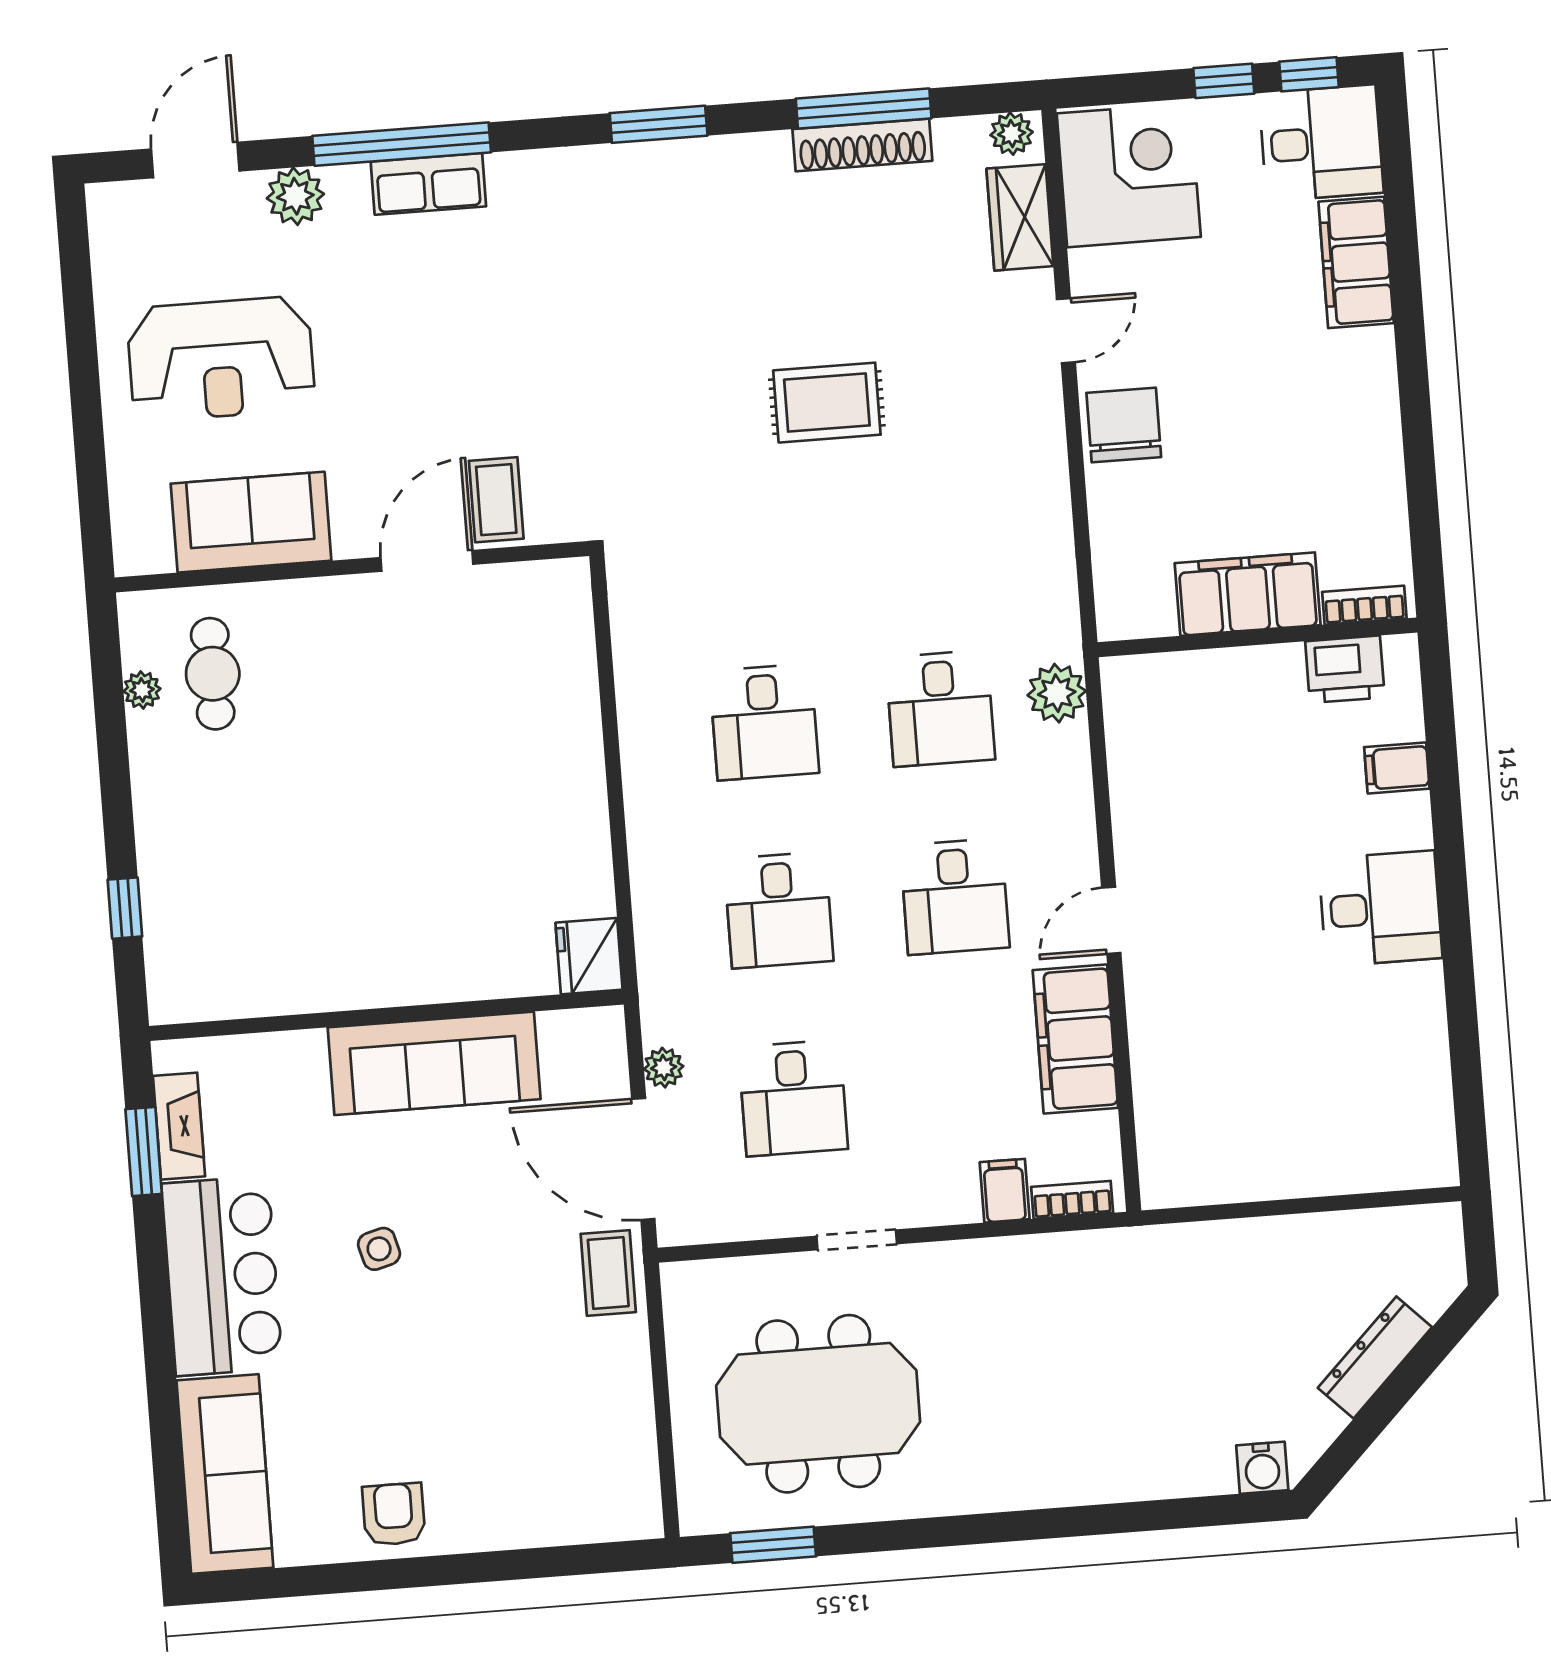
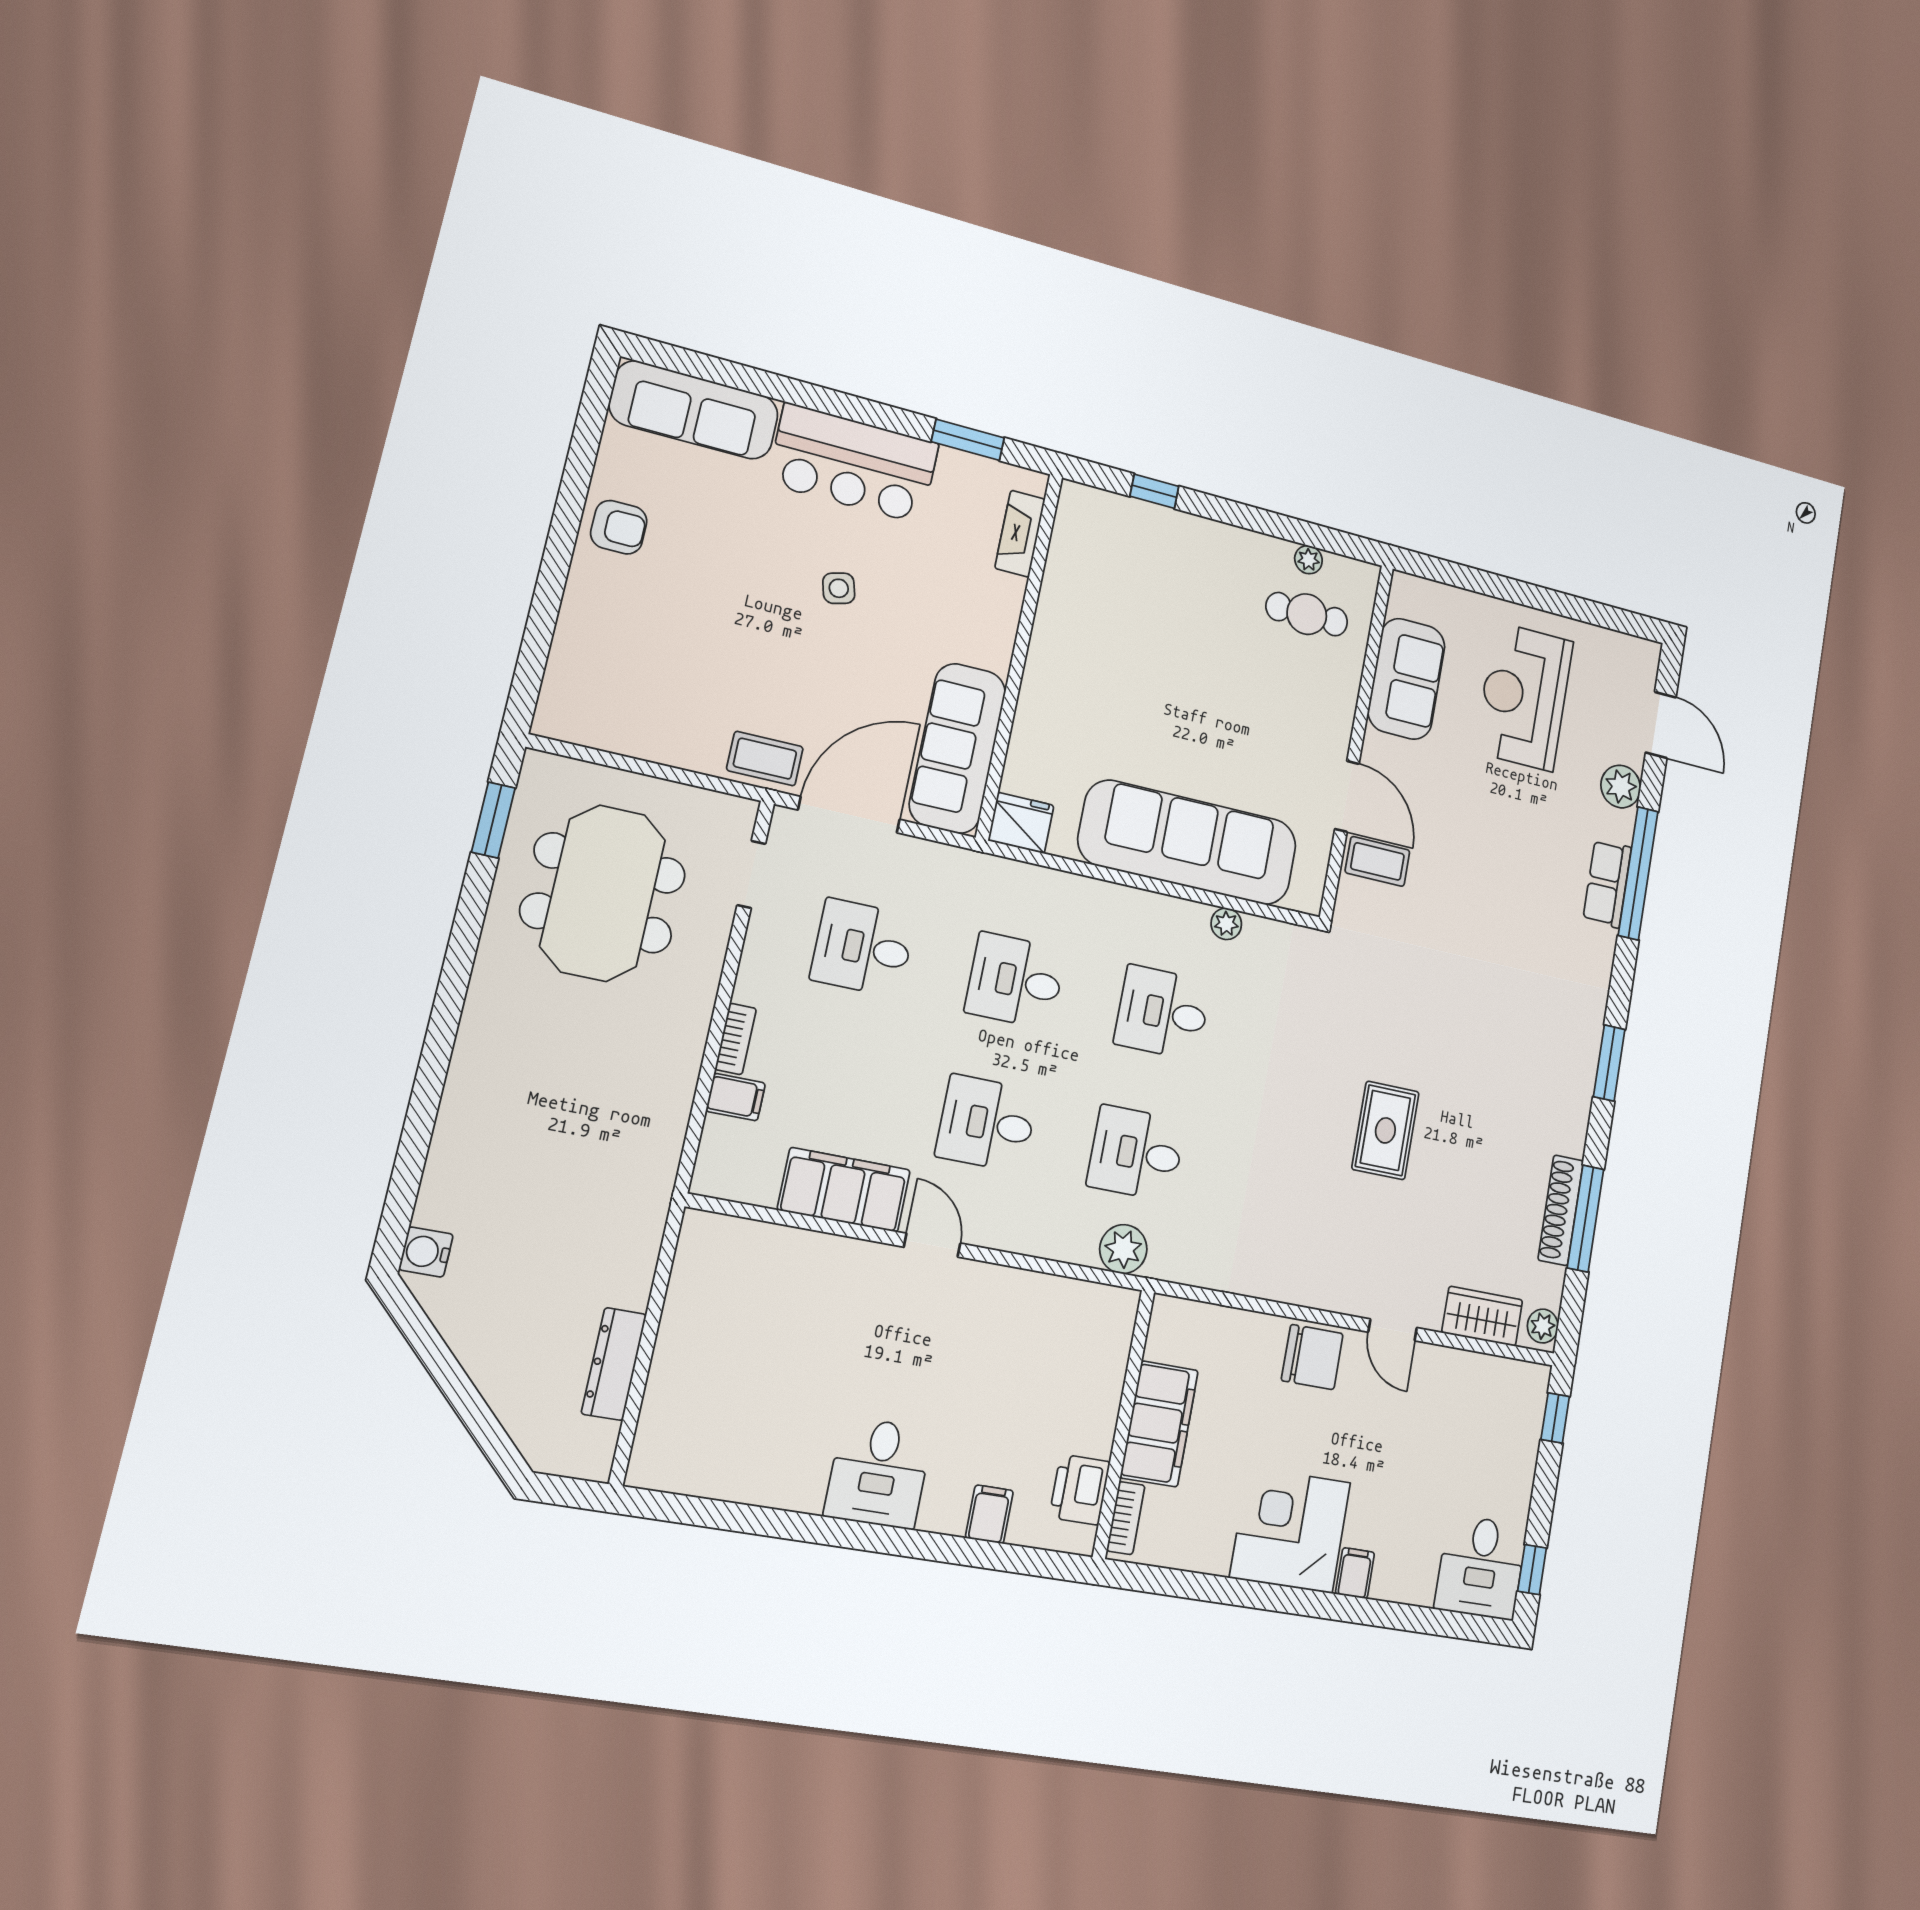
window: (1224, 81) -> (1555, 1418), moved
corner desk: (1129, 175) -> (1290, 1530), moved, turned 180
filing cabinet: (1356, 262) -> (1355, 1573), width x0.33, depth x0.86
sofa: (549, 747) -> (1188, 843), added
sofa: (434, 1063) -> (958, 748), moved
plant: (664, 1068) -> (1226, 924), moved
fireplace: (179, 1126) -> (1020, 534), moved, turned 90
bookcase: (1072, 1200) -> (736, 1039), moved
doorway: (857, 1240) -> (751, 874), moved
dresser: (1375, 1357) -> (614, 1364), moved, turned -135

